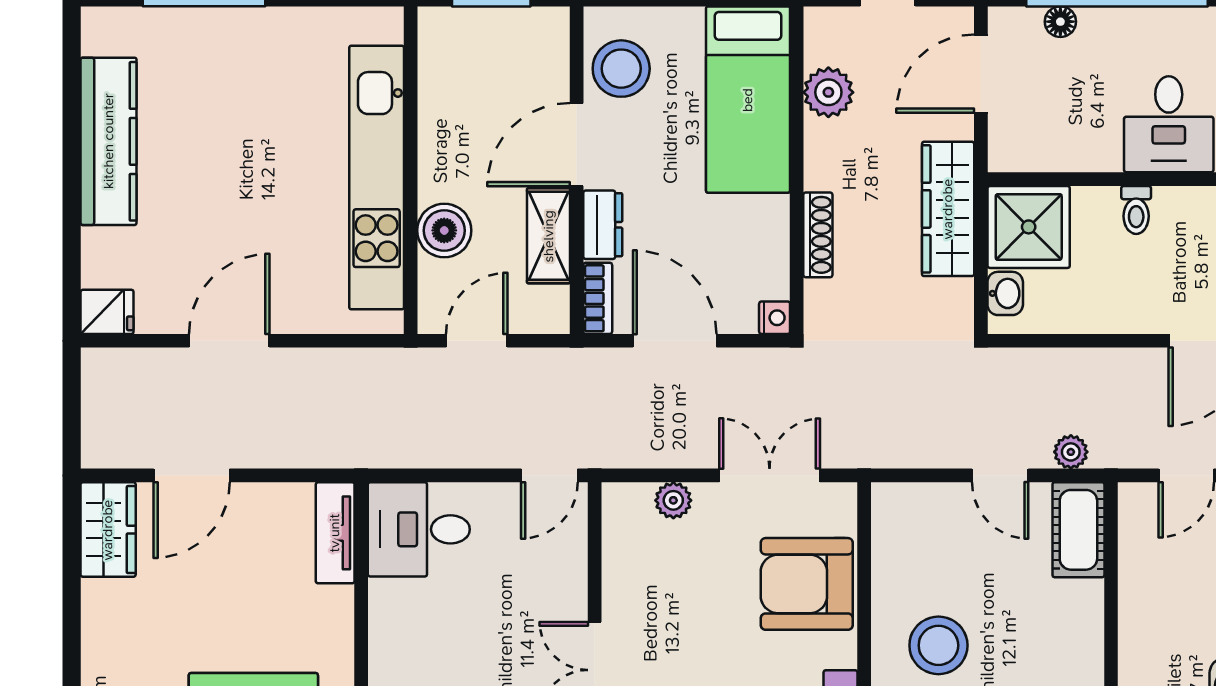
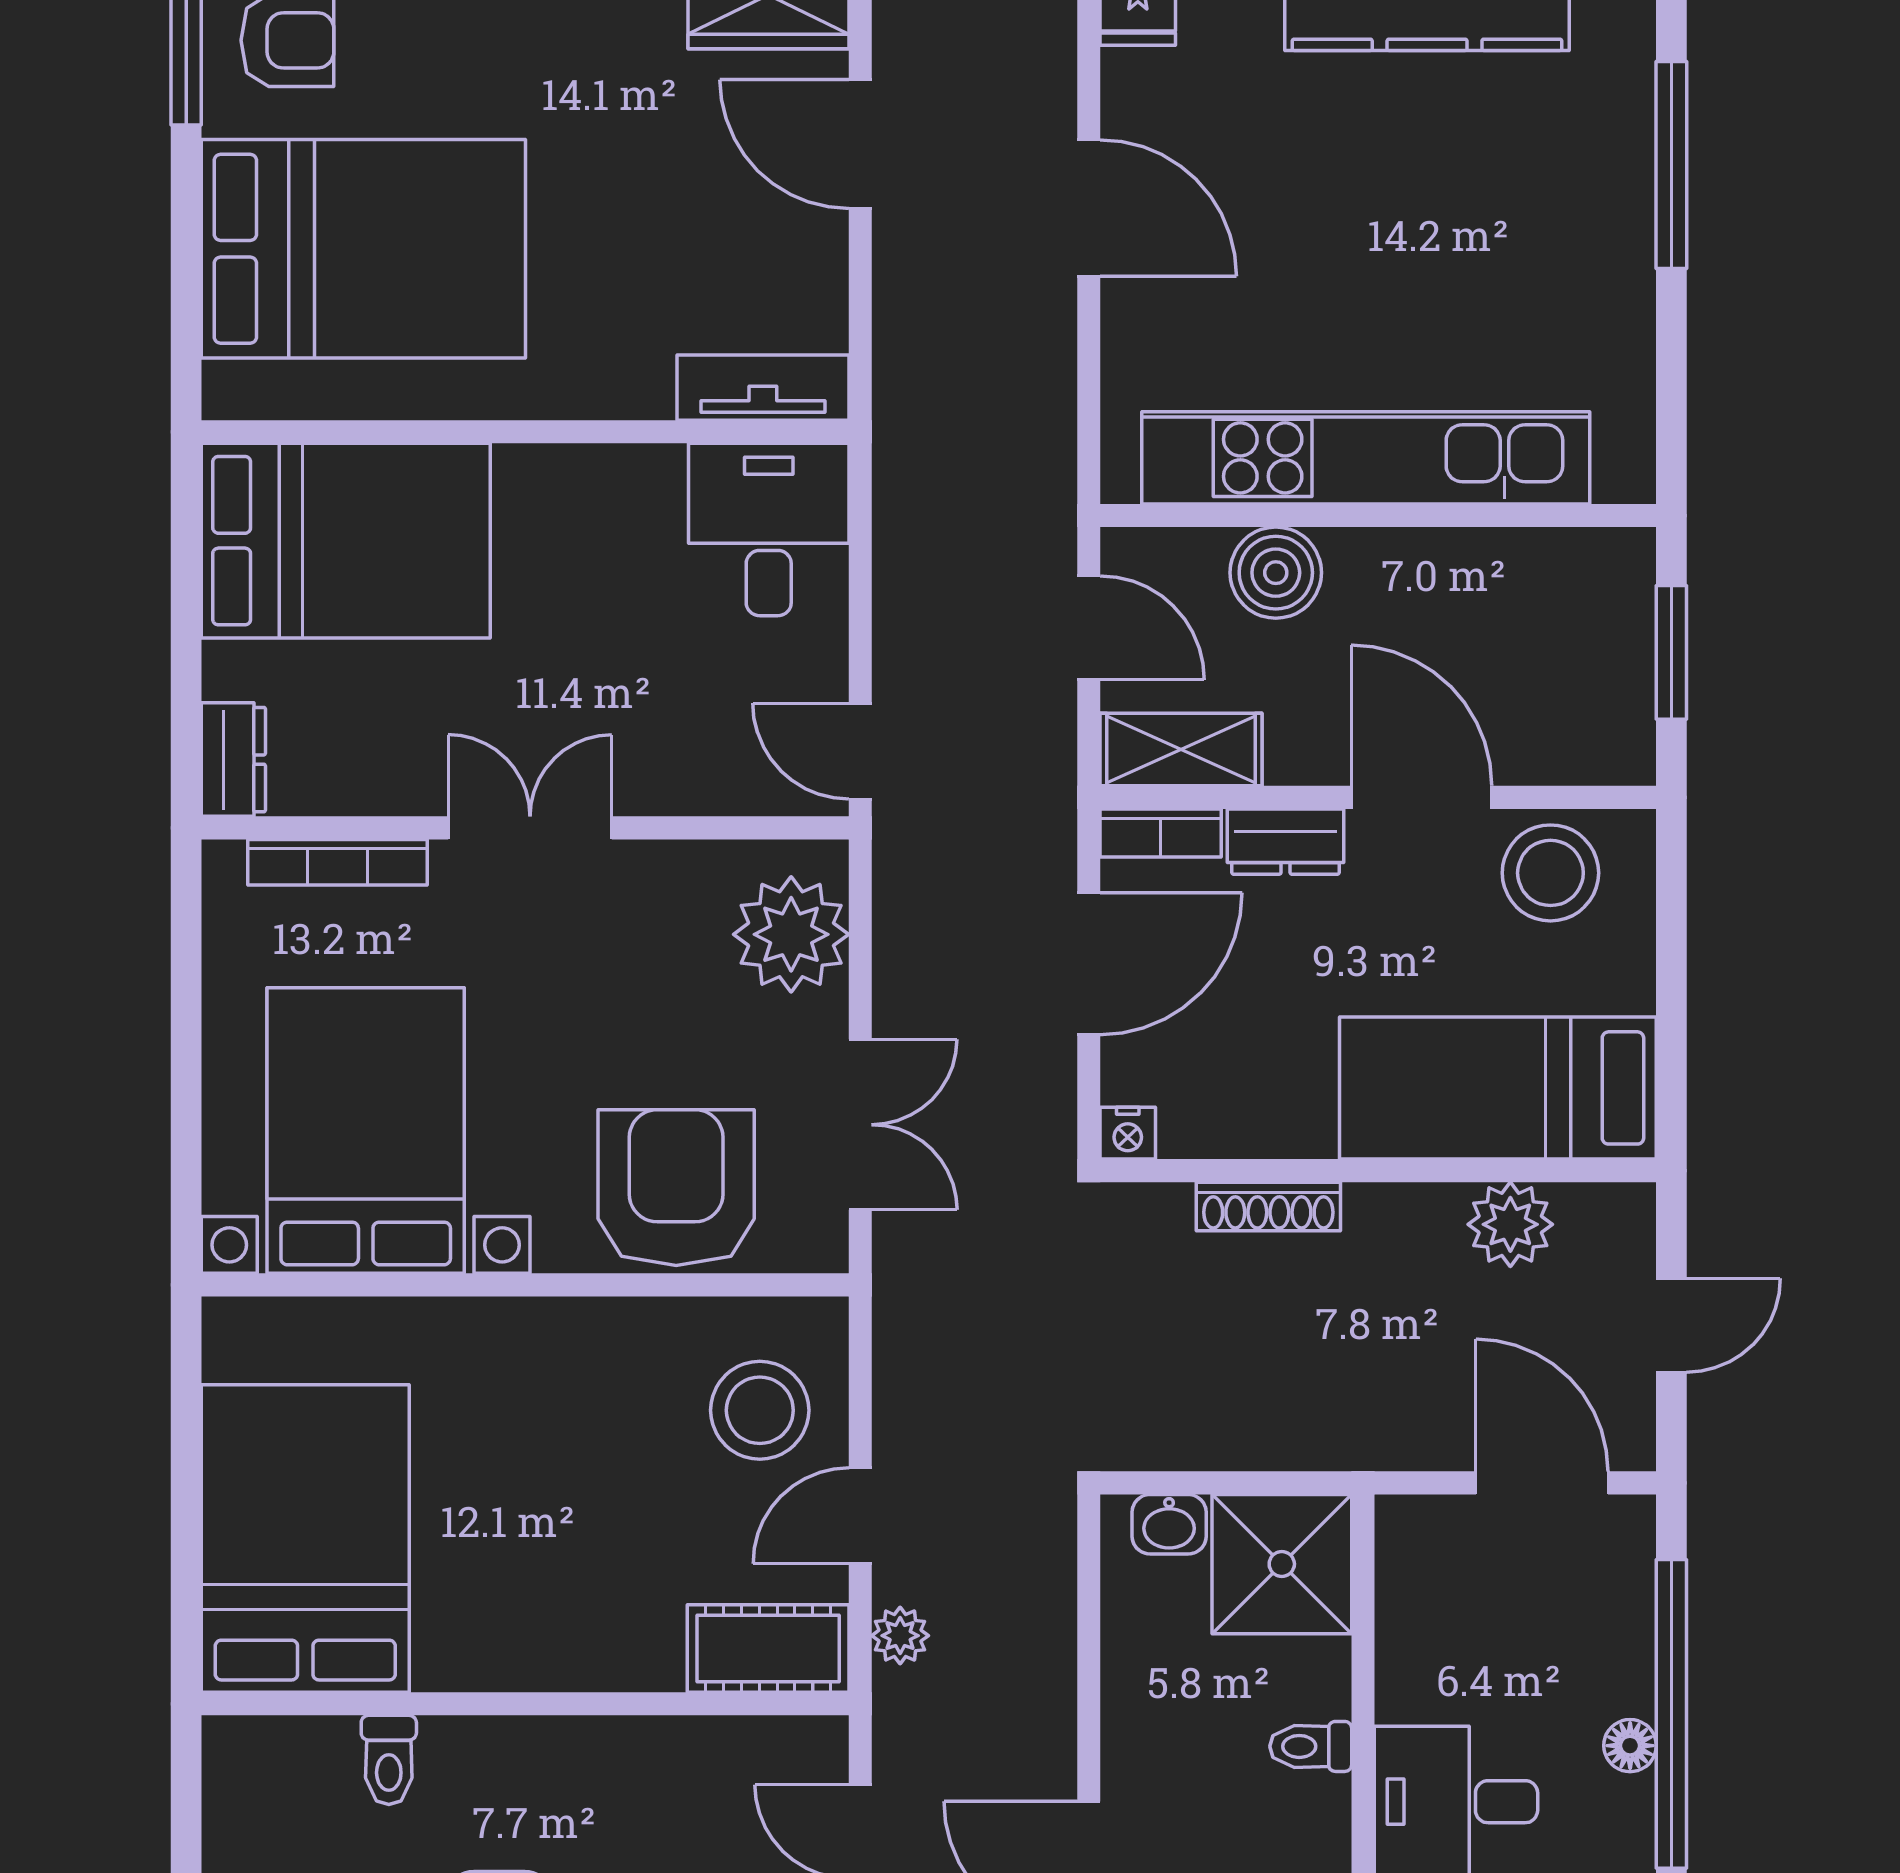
floor lamp: (1060, 22) -> (1630, 1746), moved
wardrobe: (948, 209) -> (1312, 1427), removed
shelving: (549, 236) -> (1181, 750), moved
plant: (673, 500) -> (791, 934), width x1.87, depth x1.87
stool: (938, 645) -> (760, 1410), moved

